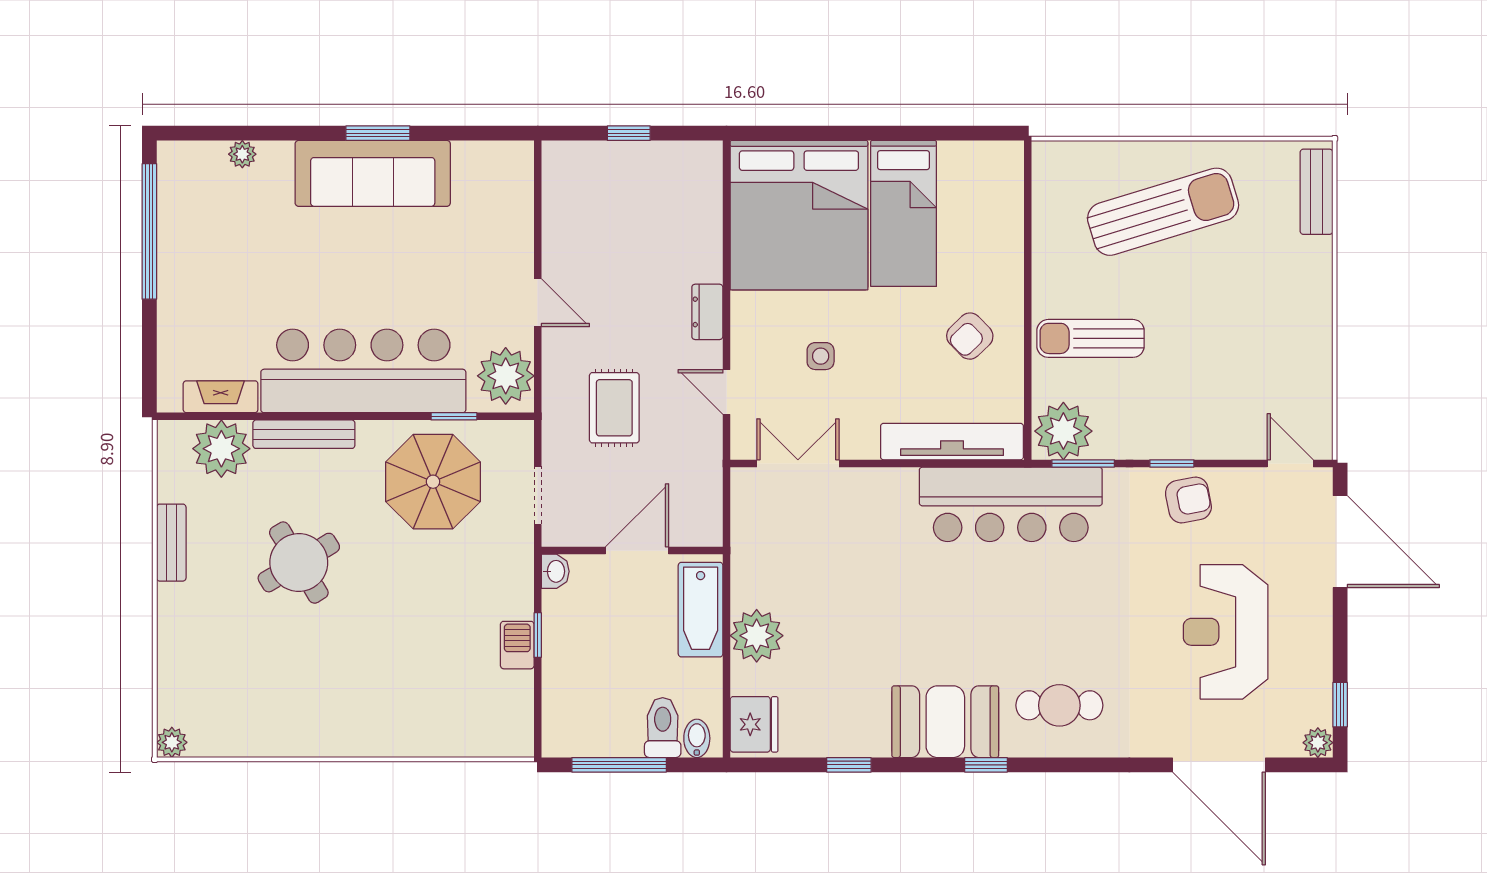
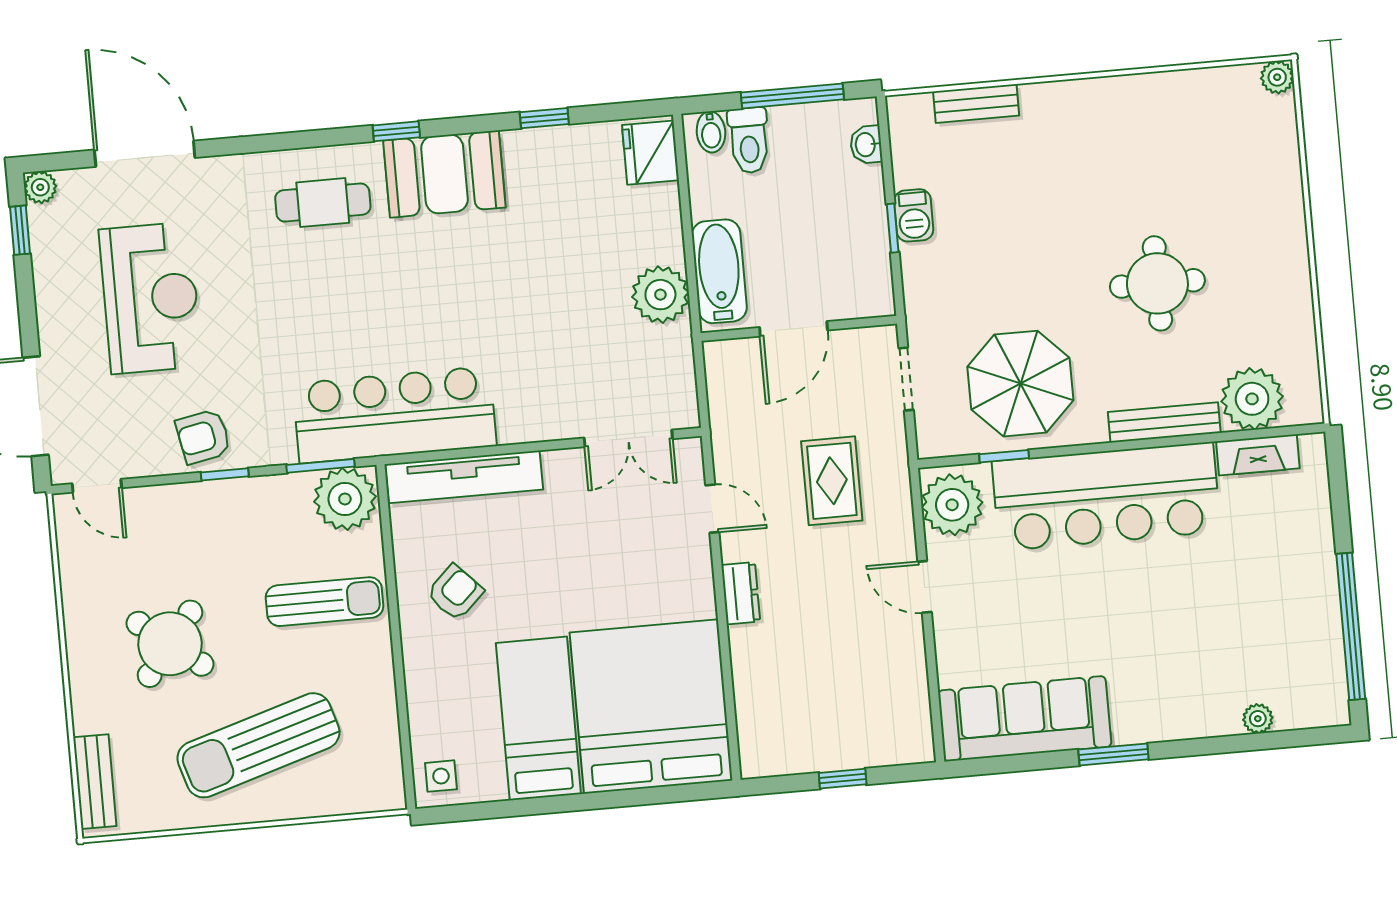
sofa: (373, 173) -> (1025, 719), moved
round table: (1236, 312) -> (170, 644), added
side table: (821, 356) -> (441, 776), moved
bench: (171, 543) -> (976, 103), moved, turned 90
round table: (299, 563) -> (1157, 283), turned 31
washbasin: (555, 571) -> (866, 145), moved
plant: (757, 636) -> (660, 295), moved

